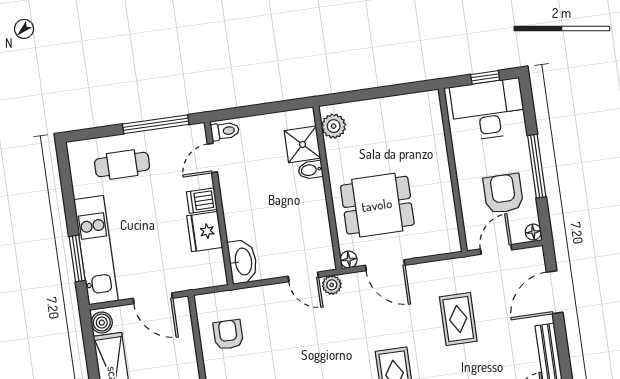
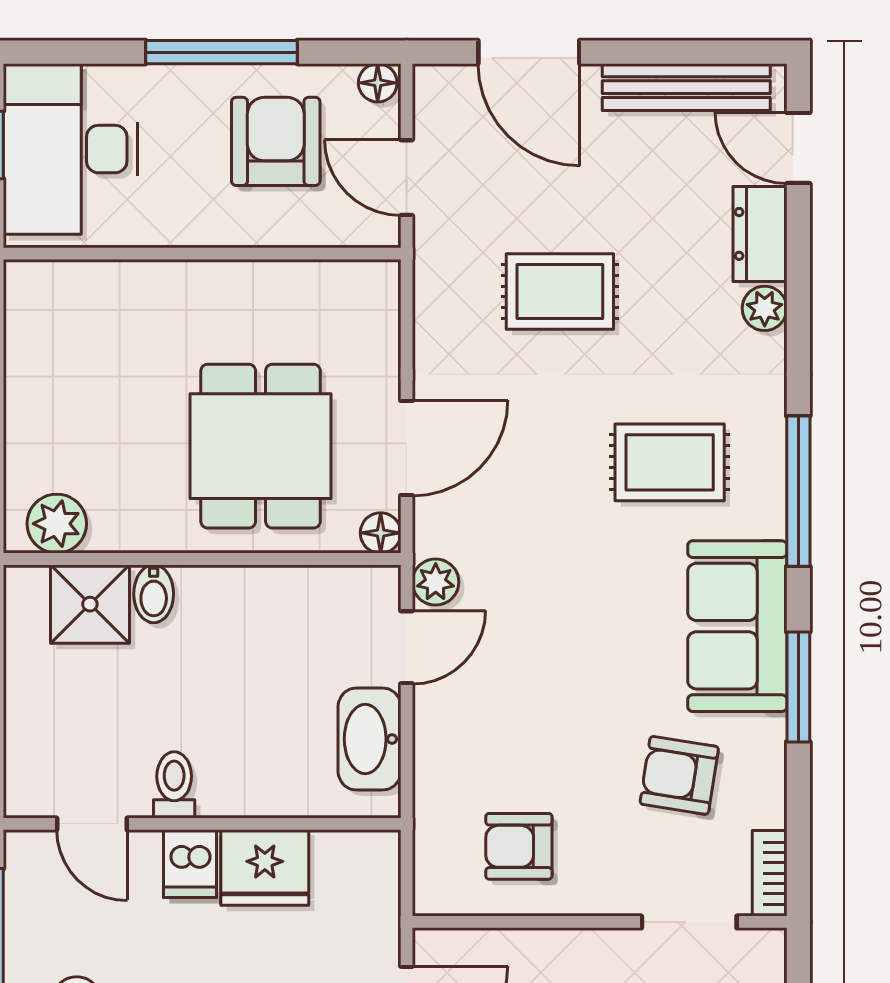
toilet: (225, 131) -> (174, 785), moved
armchair: (503, 194) -> (276, 141), turned 90
washbasin: (243, 262) -> (370, 739), moved, turned -90

